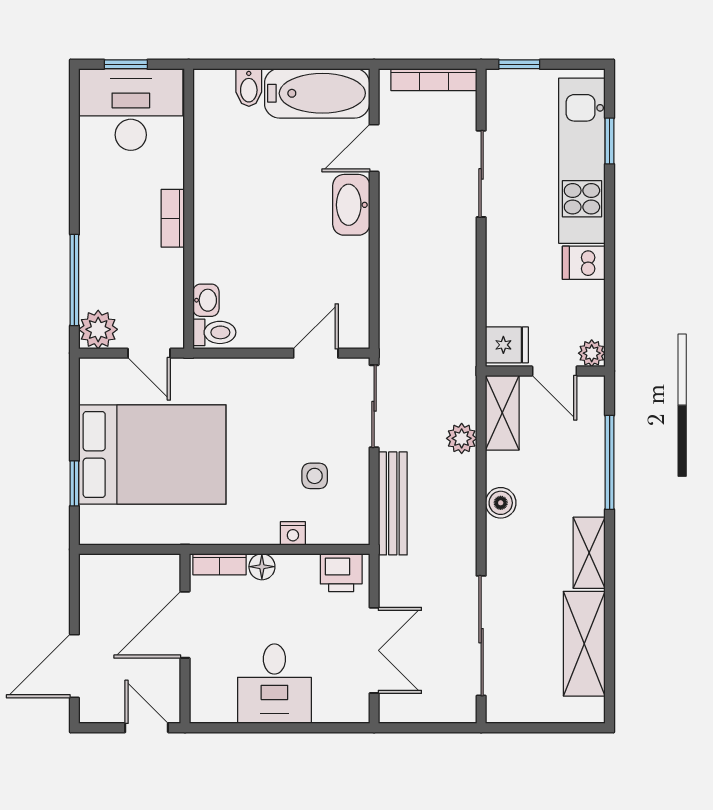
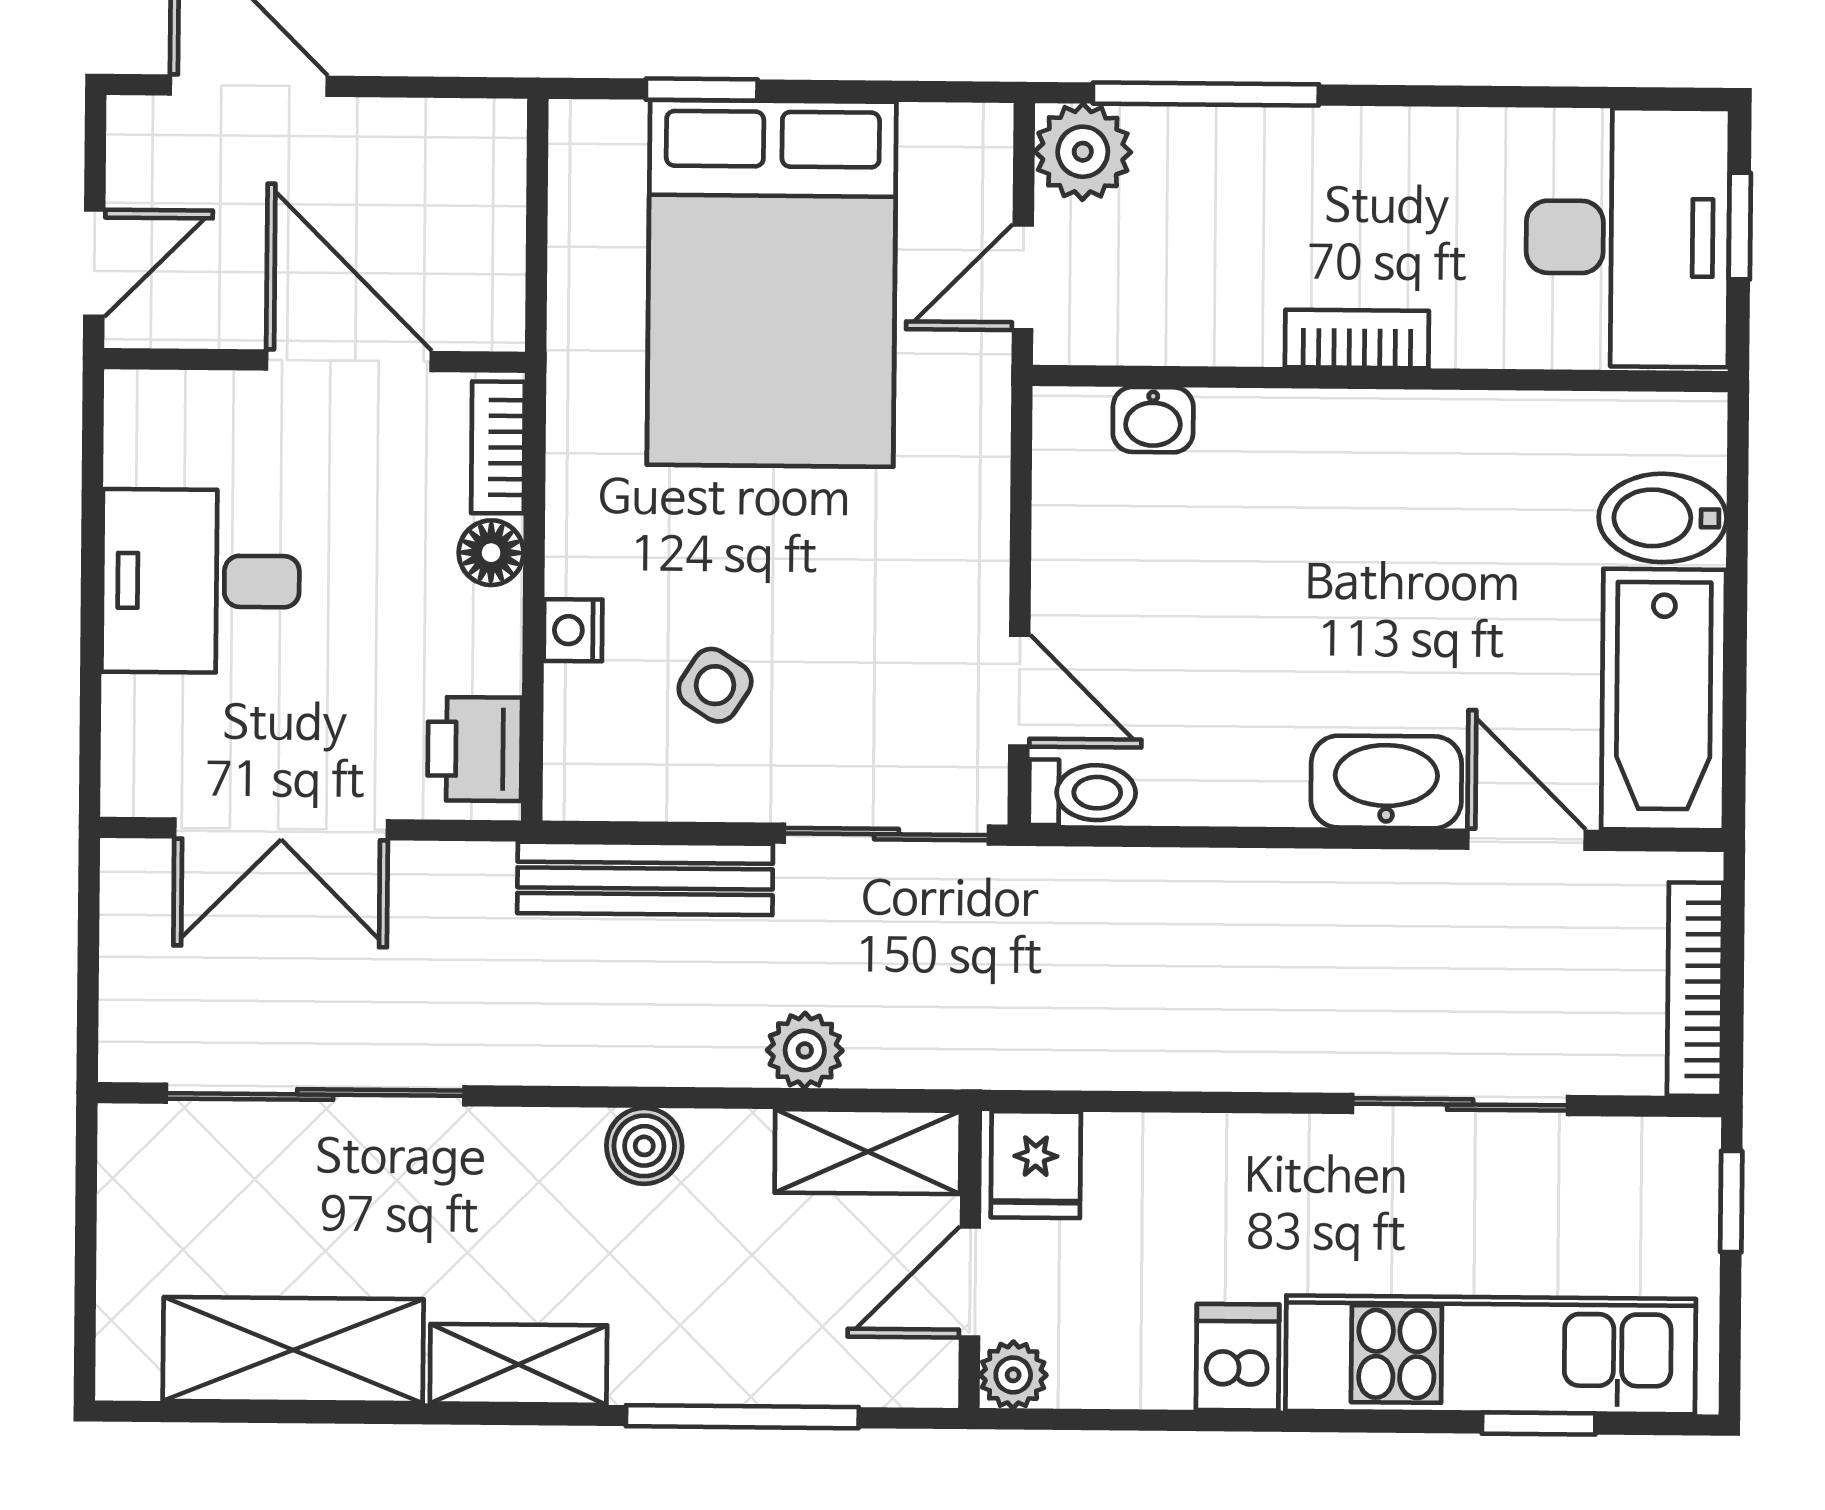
bidet: (249, 87) -> (1663, 518), width x1.38, depth x1.36
toilet: (214, 332) -> (1082, 793), moved, turned -90
side table: (315, 476) -> (715, 685), turned 33

